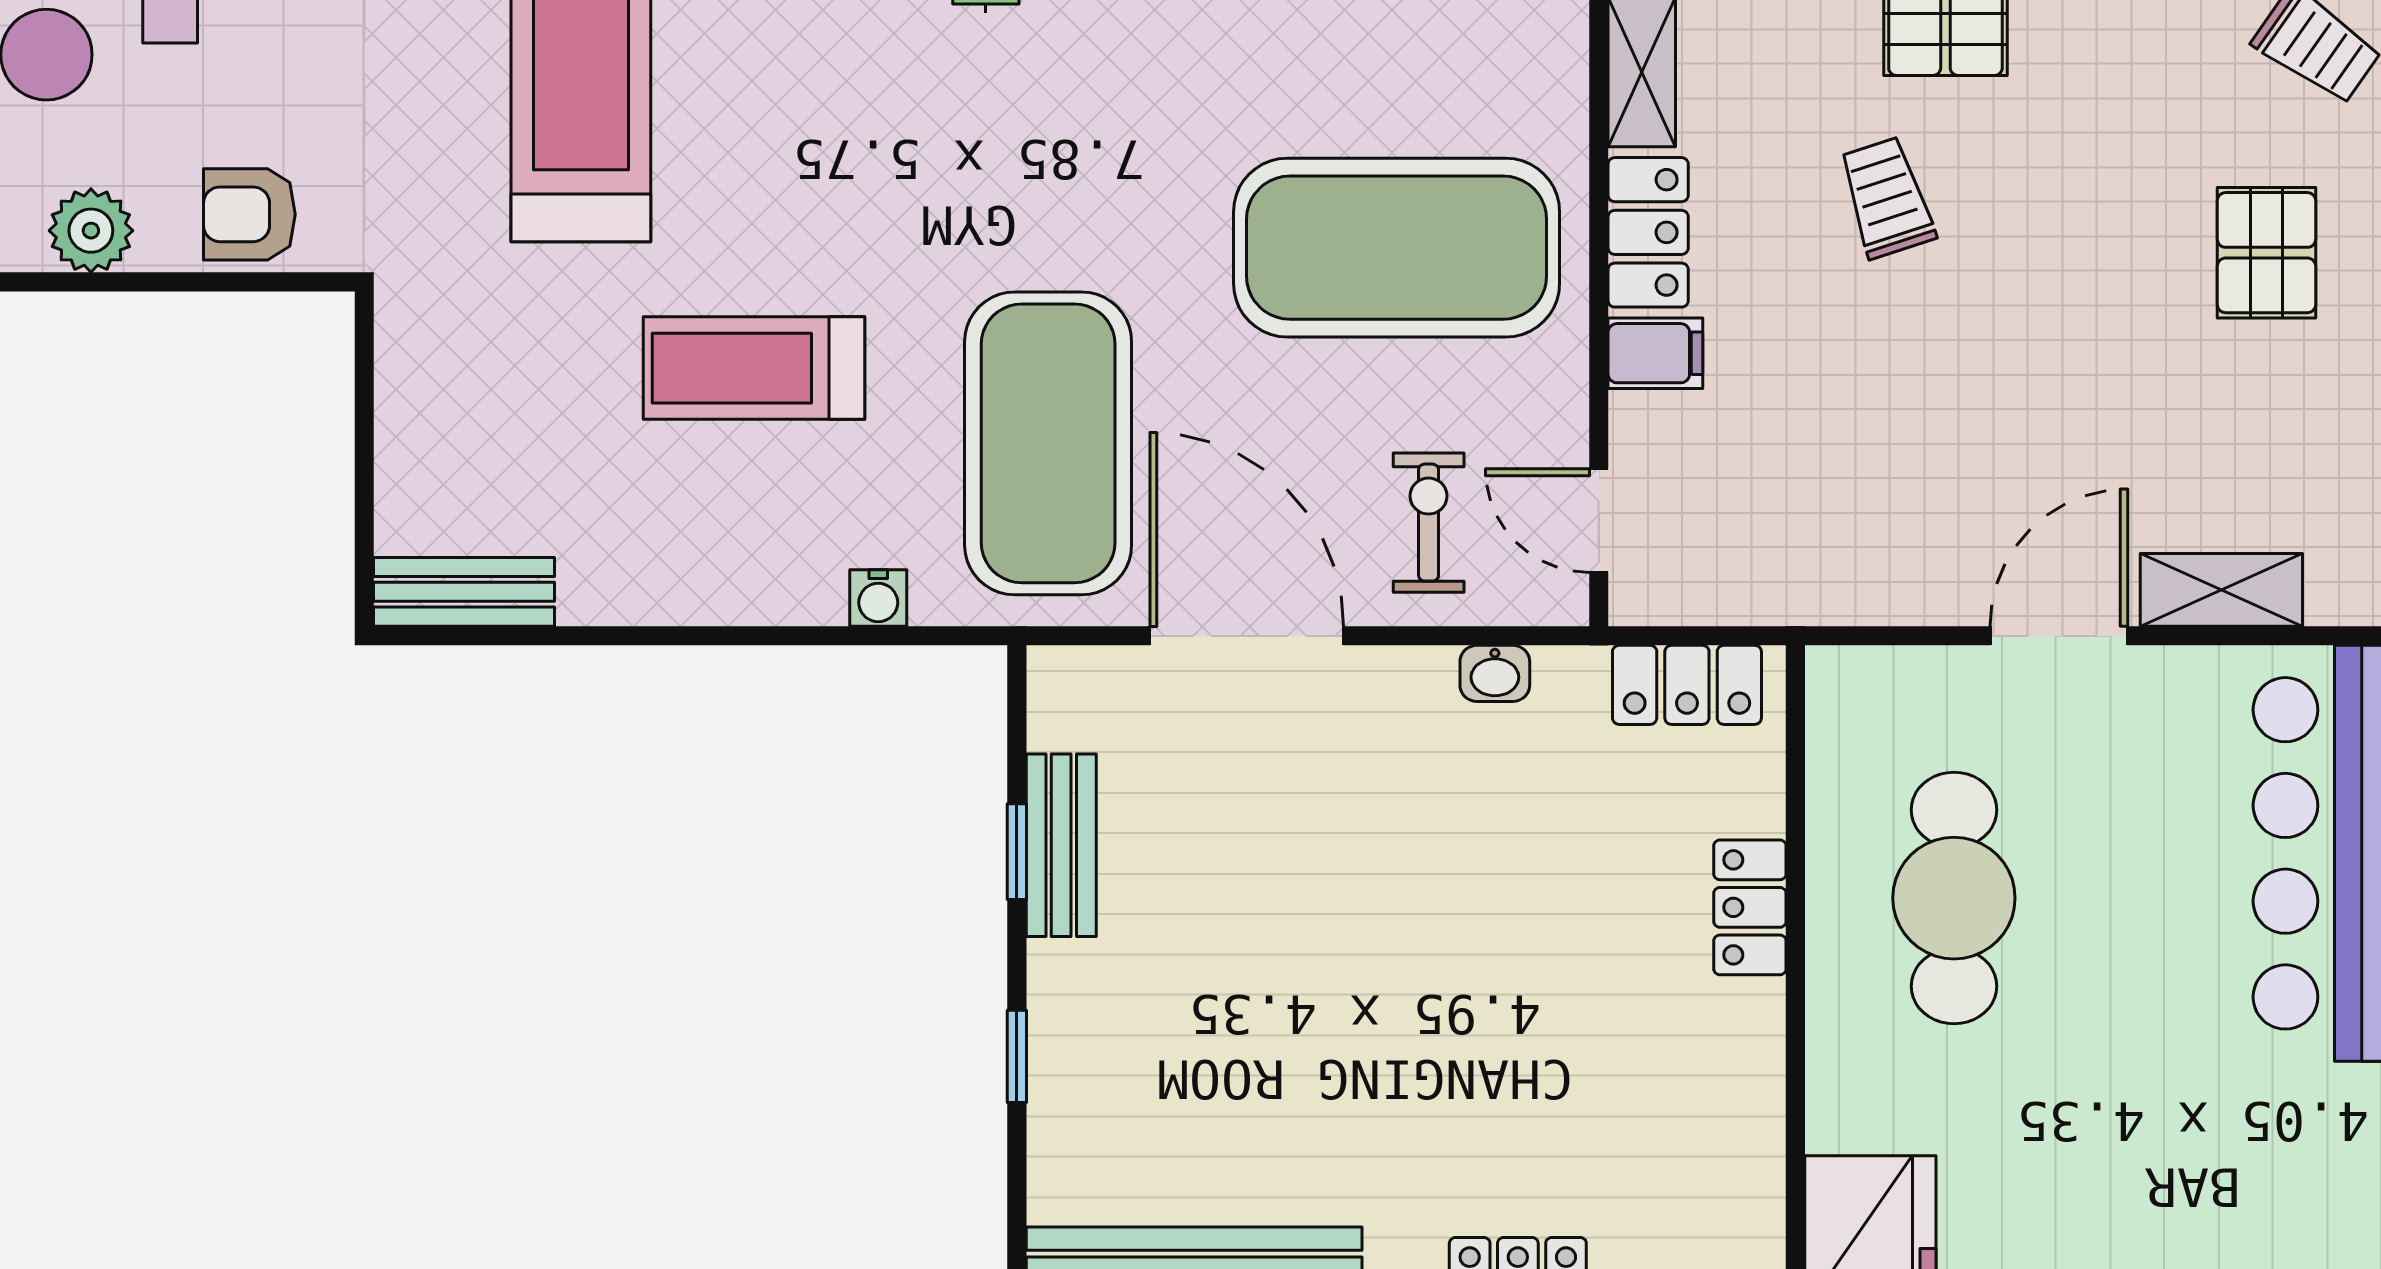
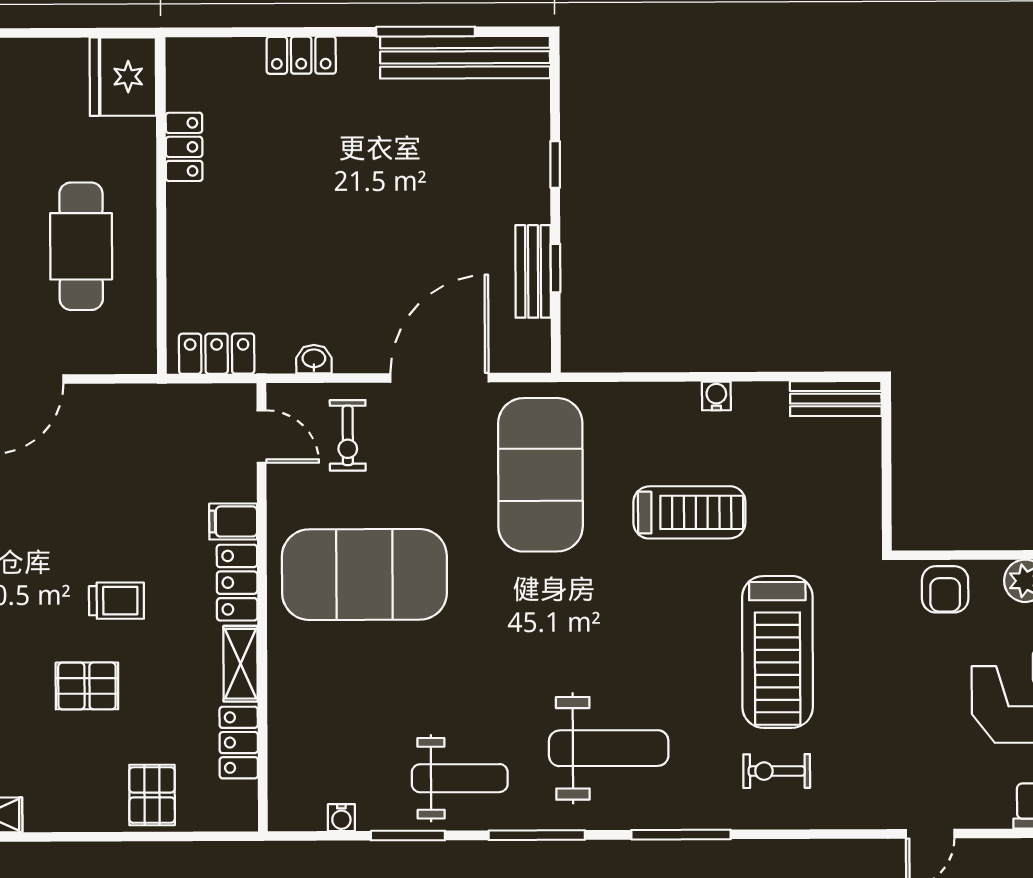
trolley: (1887, 198) -> (116, 601), turned -72
armchair: (249, 214) -> (945, 589), turned 90
water cooler: (878, 598) -> (716, 396), moved
door: (1247, 636) -> (440, 378), swing flipped
locker: (1750, 907) -> (184, 147), moved

